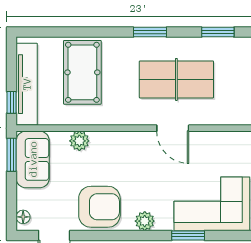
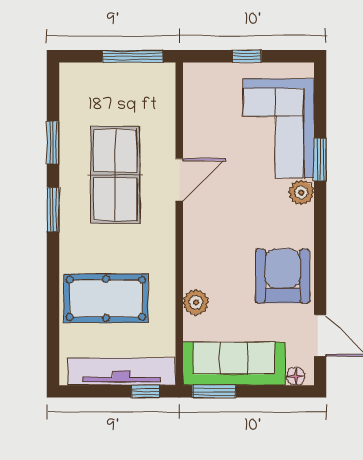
window: (218, 32) -> (53, 143), moved
sofa: (33, 159) -> (234, 364), width x1.36
plant: (145, 221) -> (301, 192), moved

